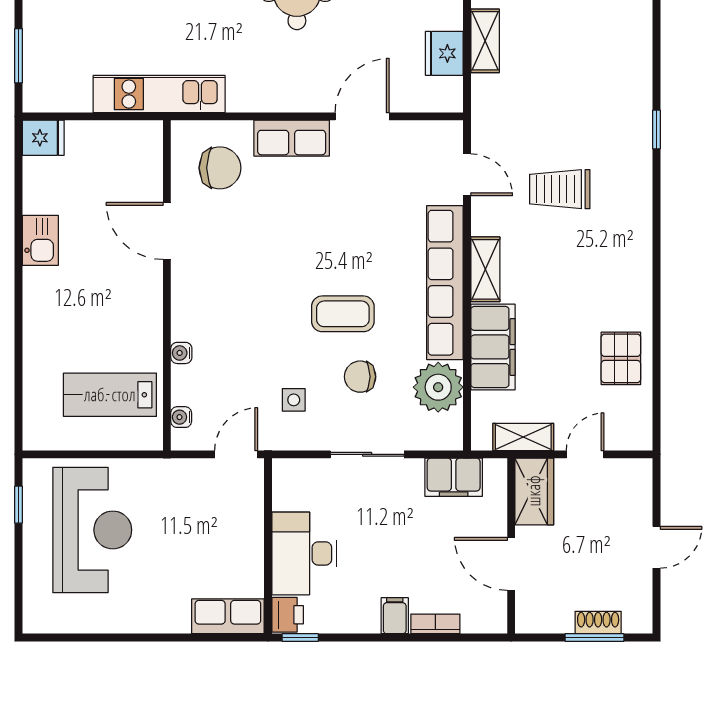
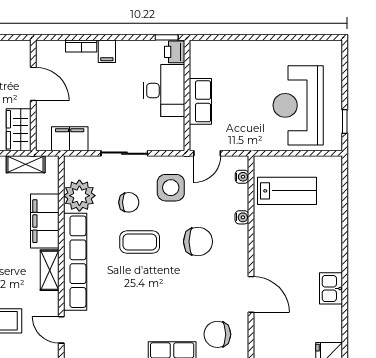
chair: (251, 315) -> (198, 242), added
side table: (294, 400) -> (171, 188), width x1.87, depth x1.87
row of seats: (228, 616) -> (200, 101), moved, turned -90

